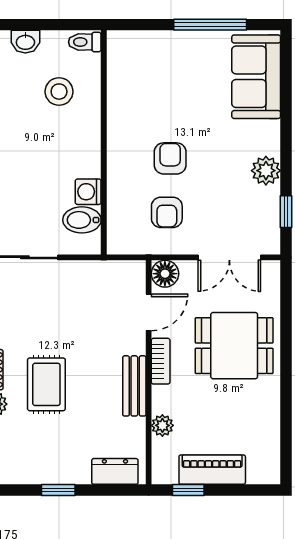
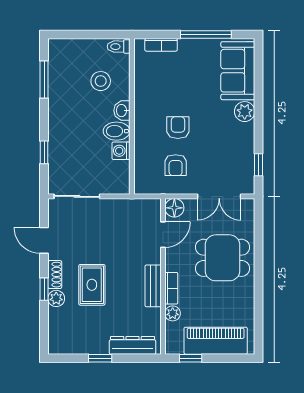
bookcase: (146, 39) -> (161, 45), added
washbasin: (25, 42) -> (122, 111), moved, turned 90
plant: (266, 171) -> (245, 112), moved
bidet: (82, 220) -> (117, 131), moved
bookcase: (161, 361) -> (171, 288), moved
piano: (212, 470) -> (216, 341), width x1.37, depth x1.33
dresser: (115, 471) -> (133, 345), width x1.44

